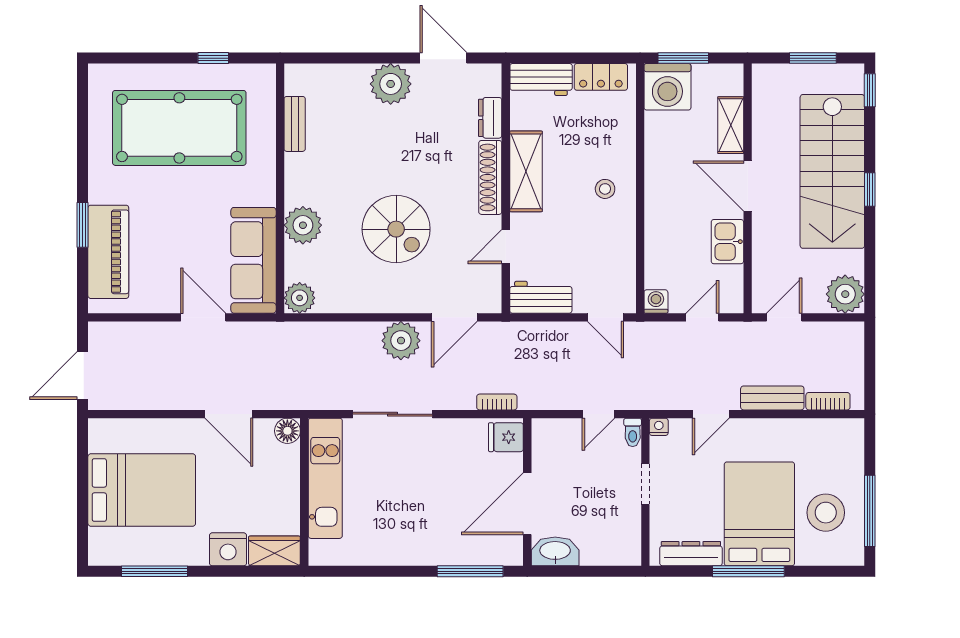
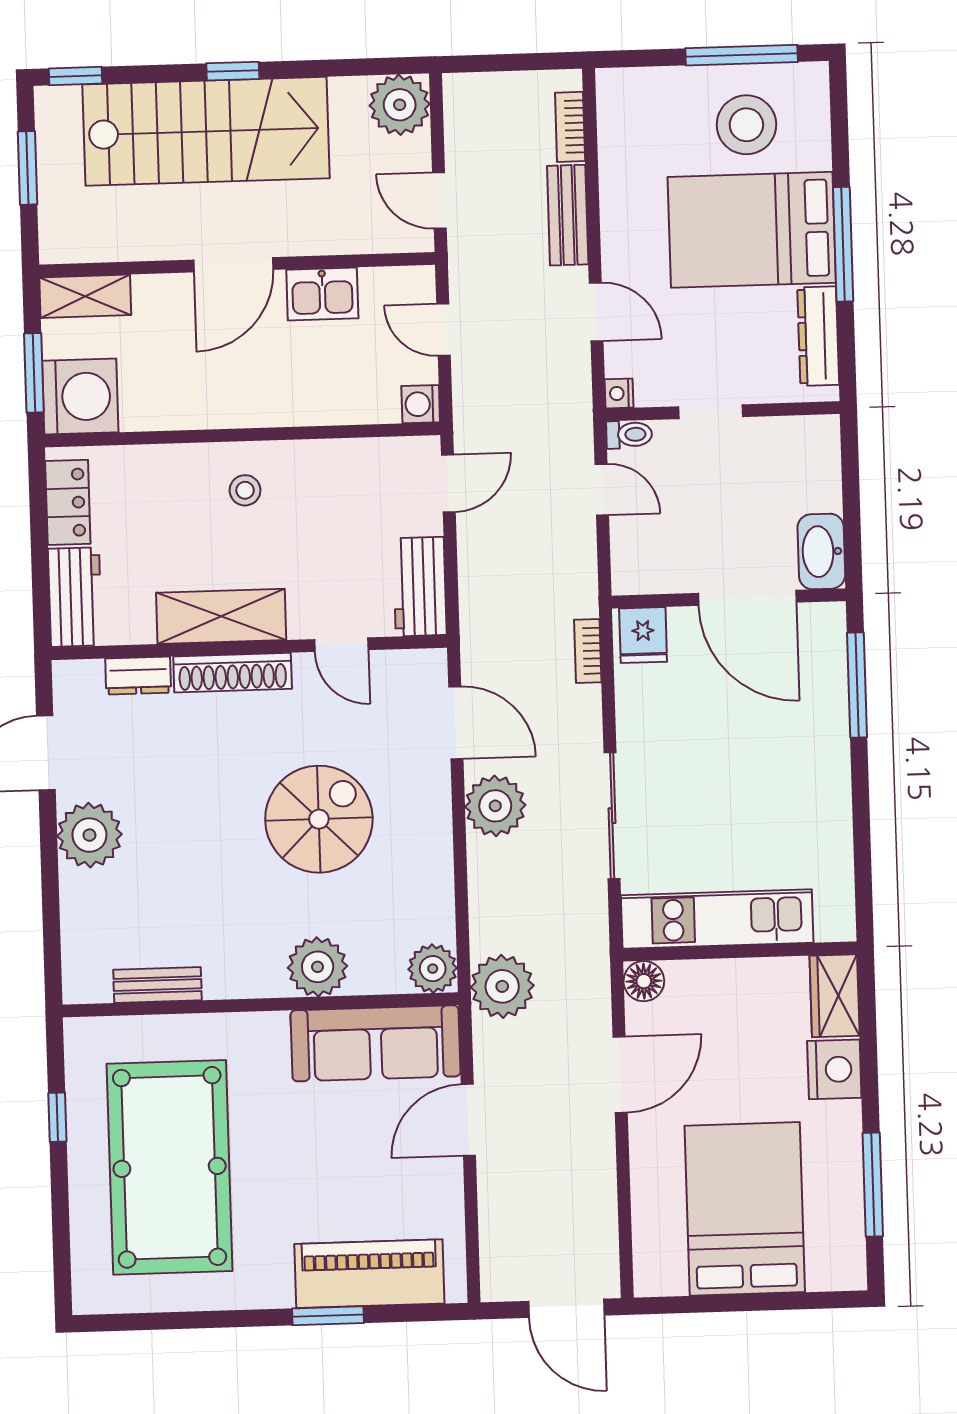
shelving: (731, 125) -> (85, 296), moved
plant: (287, 341) -> (502, 986), added

